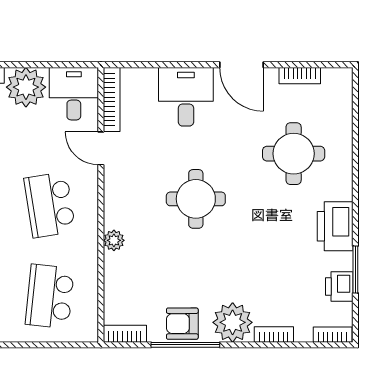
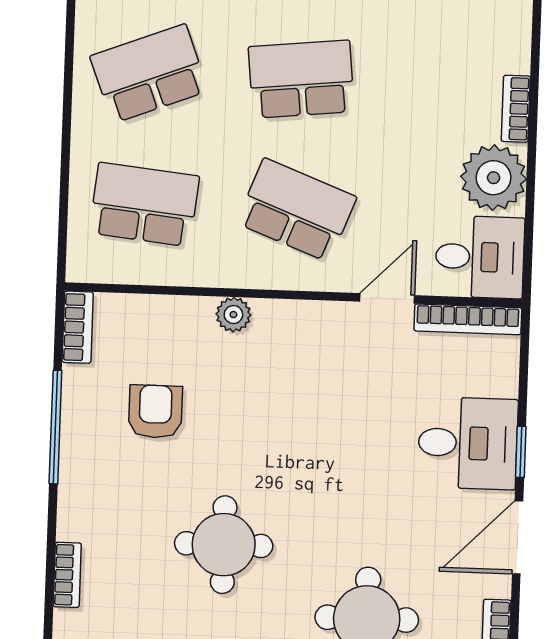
window: (190, 65) -> (521, 452), added
round table: (196, 199) -> (224, 545), moved
school desk: (50, 205) -> (296, 210), turned 30
plant: (233, 322) -> (90, 507), removed
armchair: (182, 324) -> (155, 411), moved

